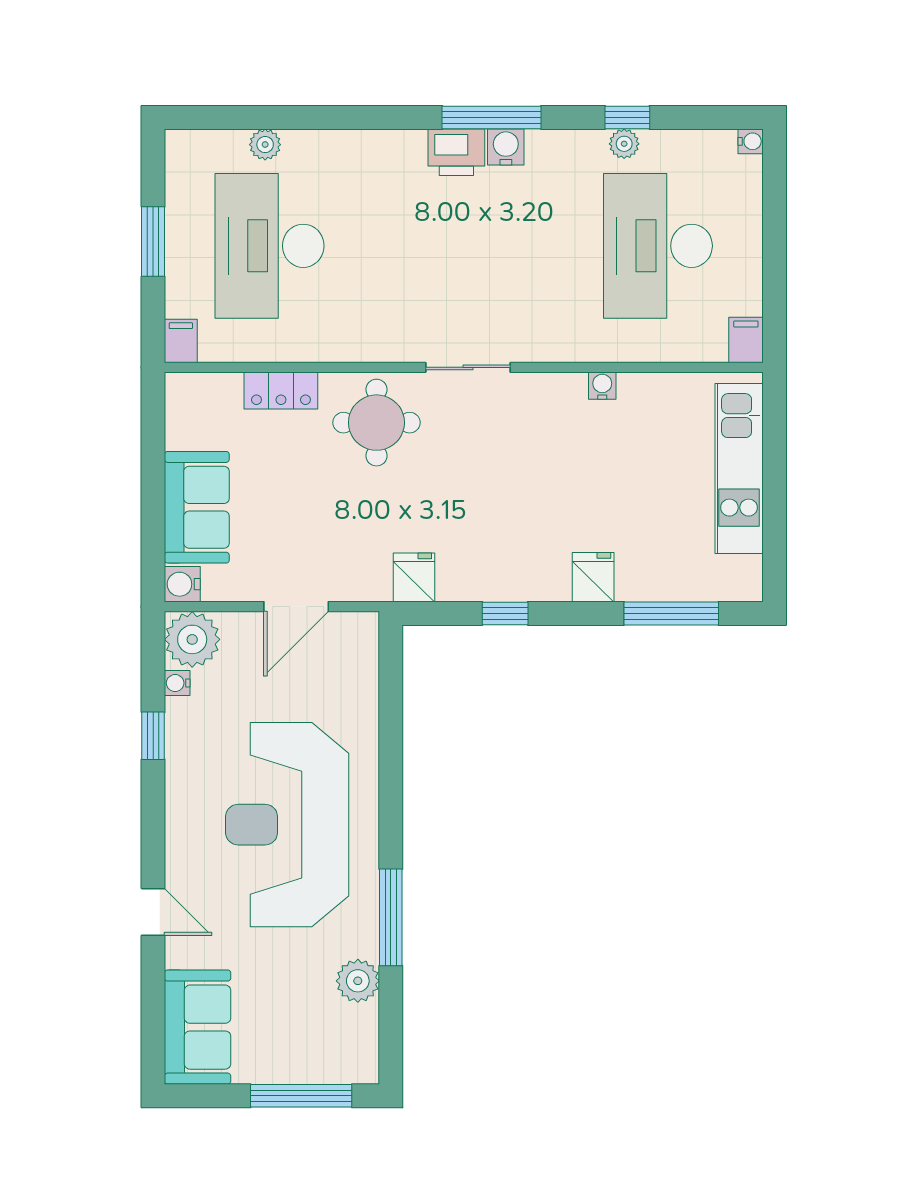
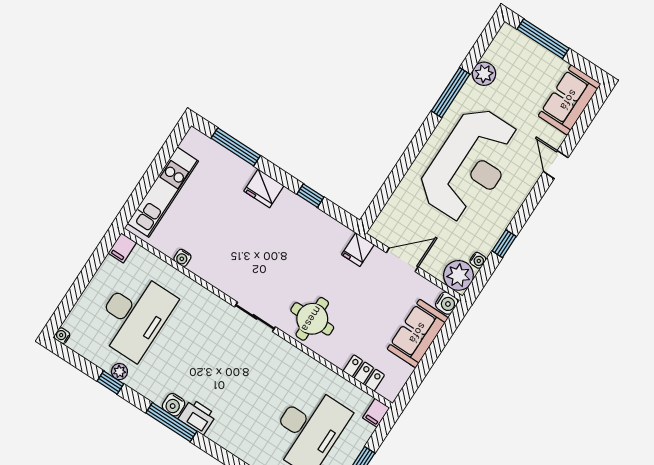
water cooler: (602, 386) -> (182, 258), moved
locker: (281, 390) -> (364, 373), moved
fridge: (414, 577) -> (358, 250), moved
fridge: (593, 577) -> (264, 188), width x1.38

